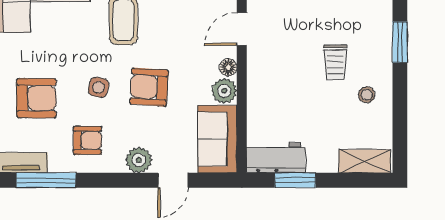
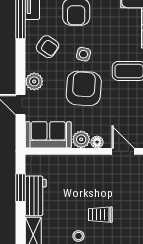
armchair: (149, 87) -> (84, 88), width x1.36, depth x1.36
armchair: (87, 140) -> (48, 47), turned -55
workbench: (276, 158) -> (36, 196), moved

